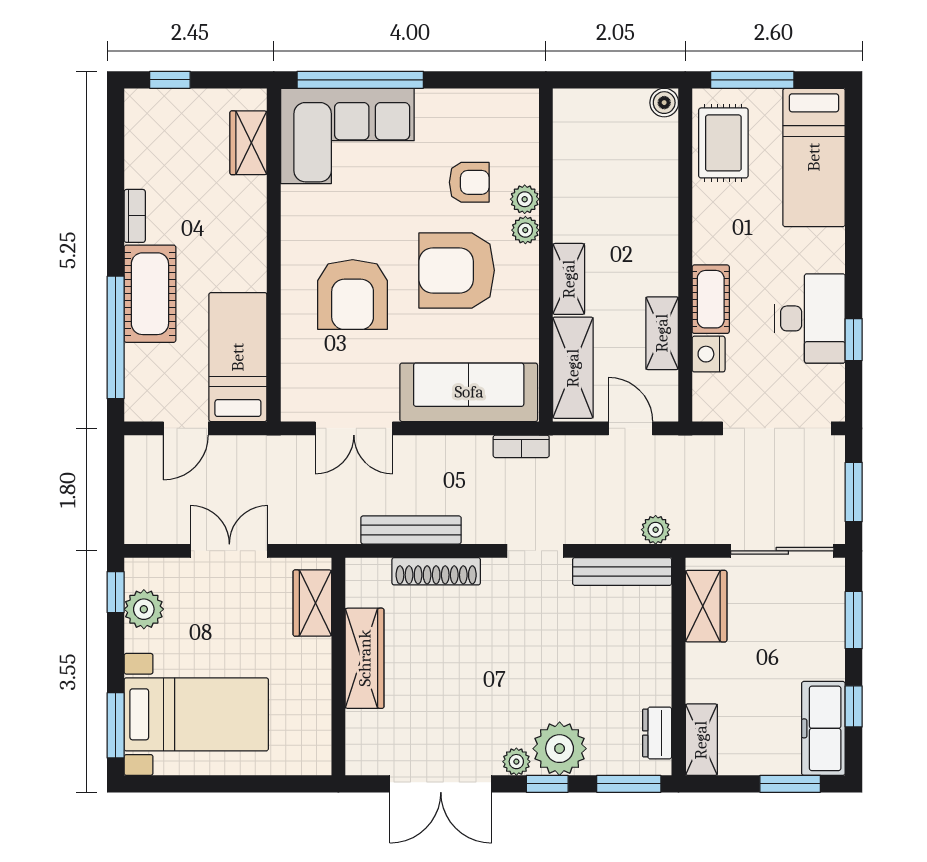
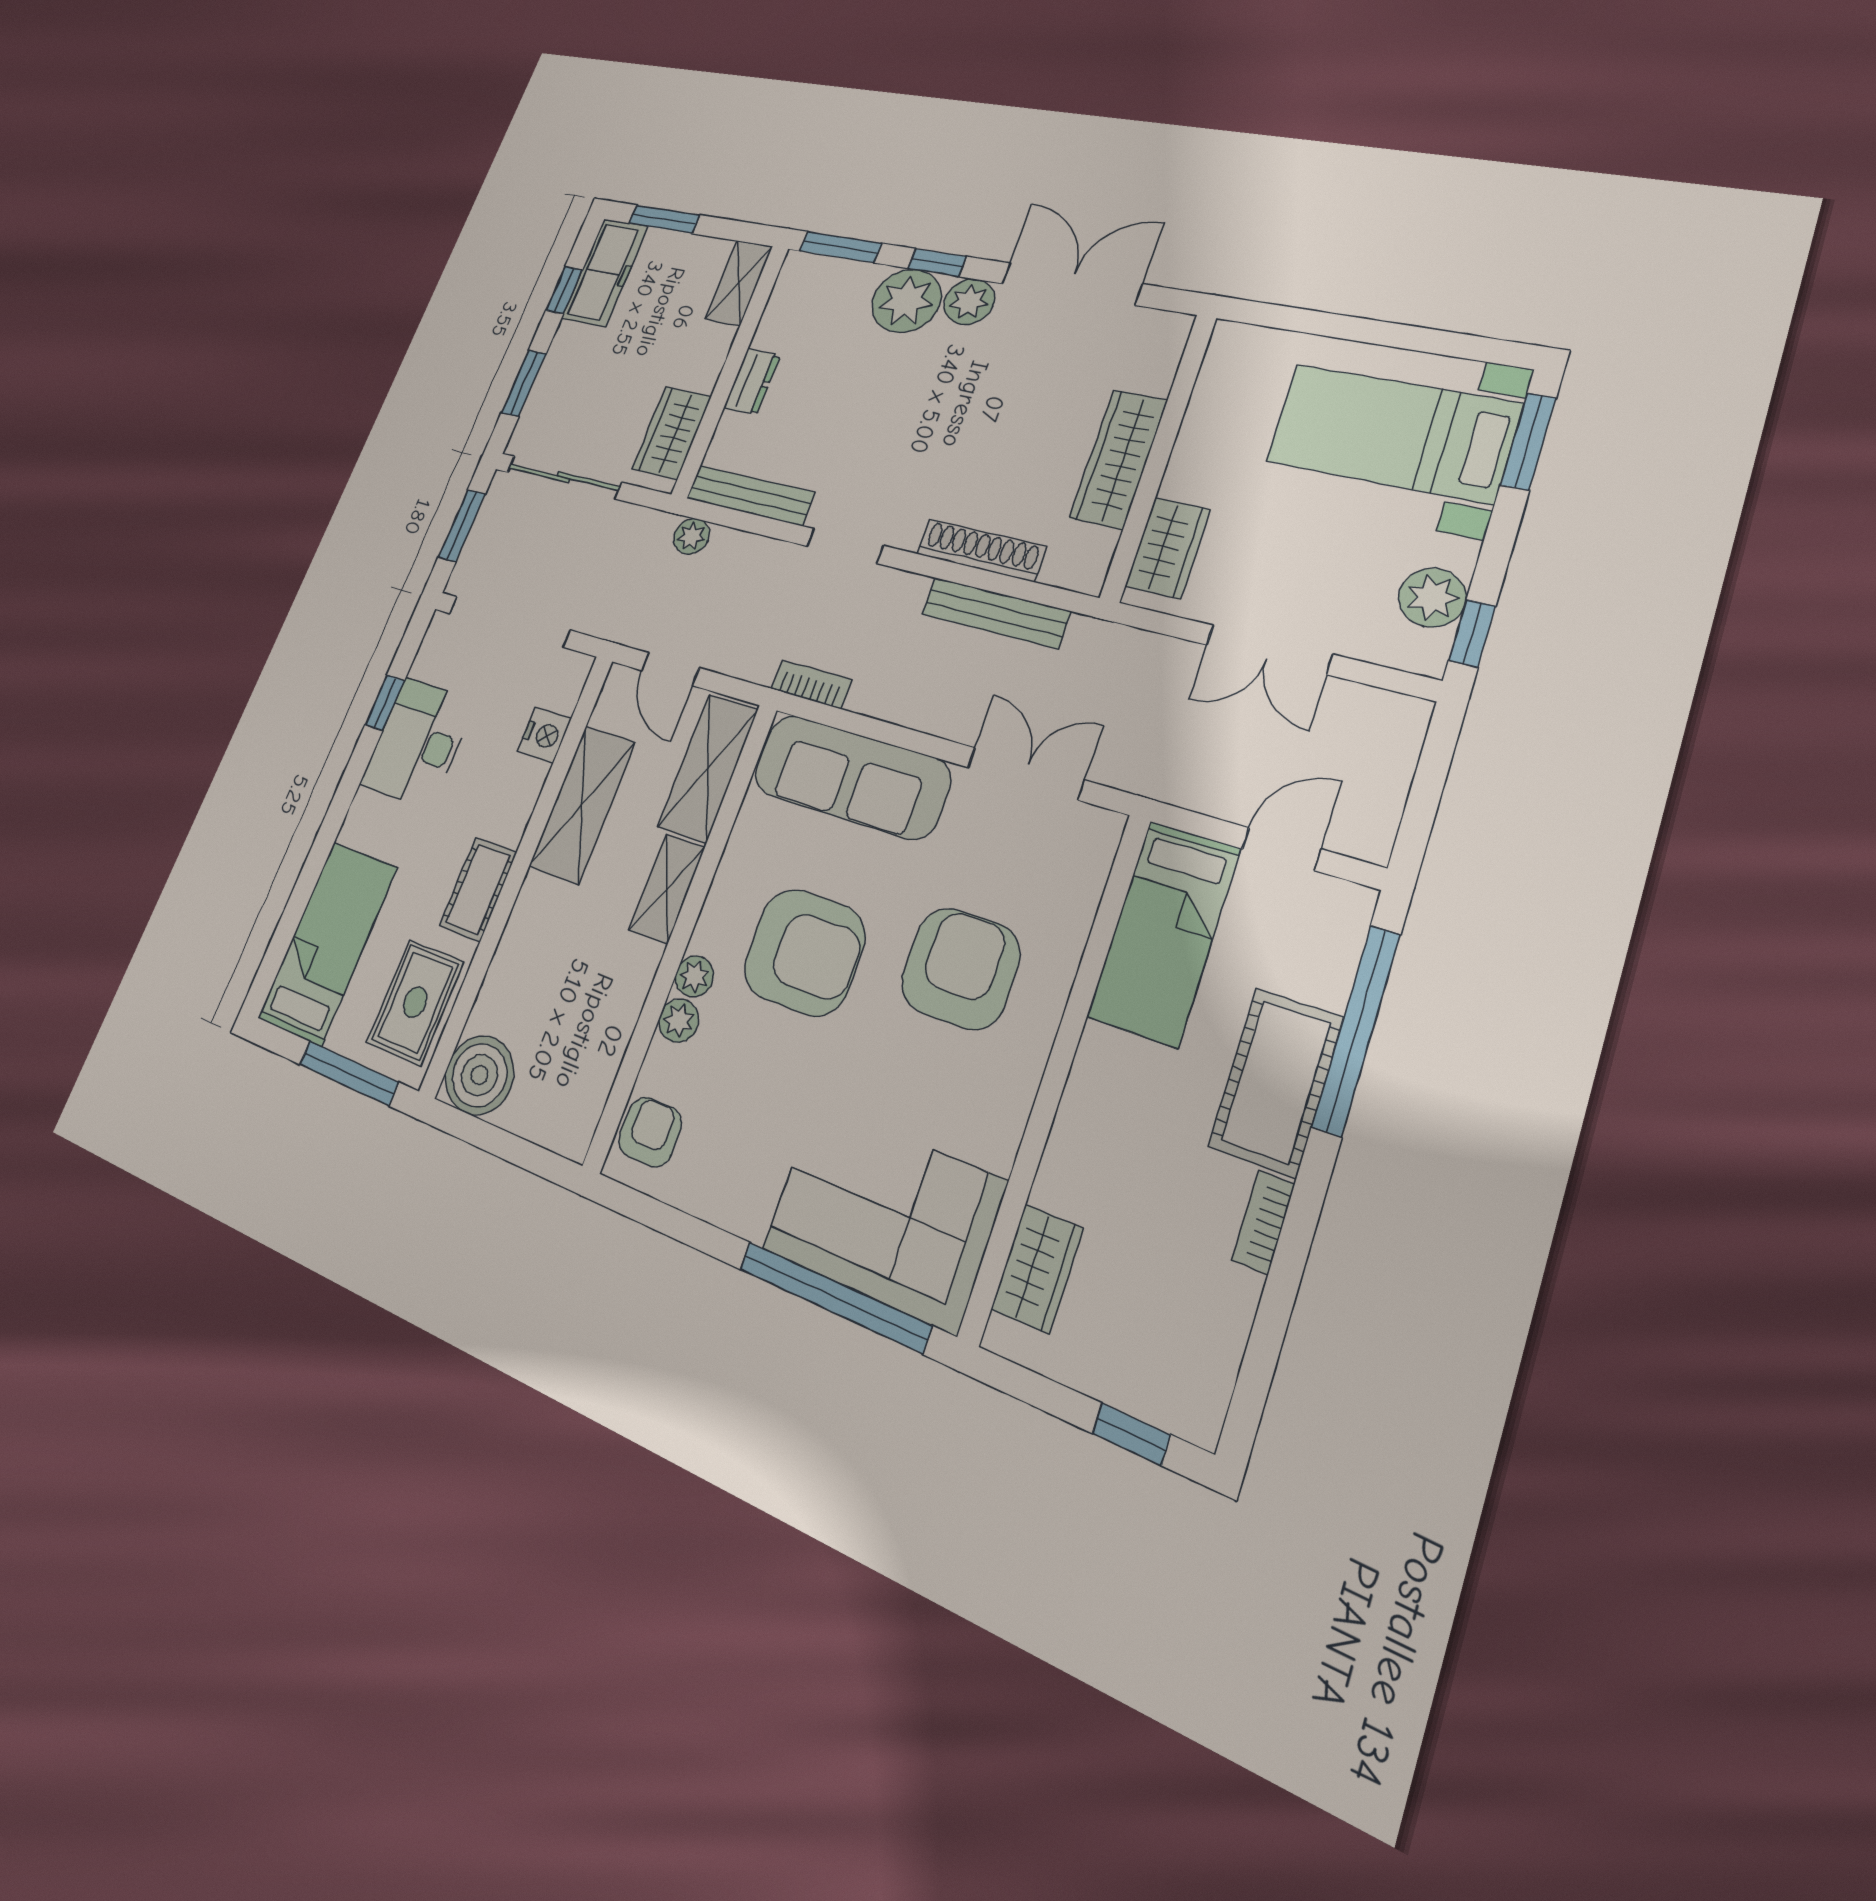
boiler: (664, 103) -> (480, 1075), width x1.86, depth x1.86
armchair: (469, 182) -> (650, 1132), moved, turned 90
cot: (711, 299) -> (478, 889), moved
shelving: (662, 333) -> (582, 804), width x1.50, depth x1.33
dresser: (657, 733) -> (752, 382), moved
plant: (516, 762) -> (969, 302), width x1.38, depth x1.38

